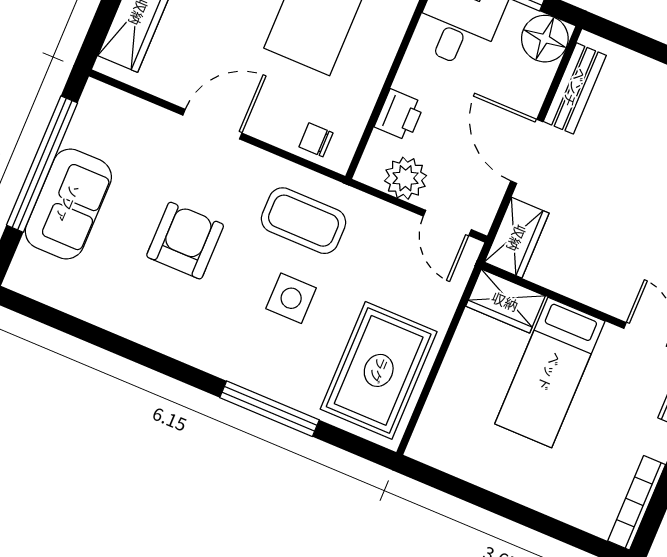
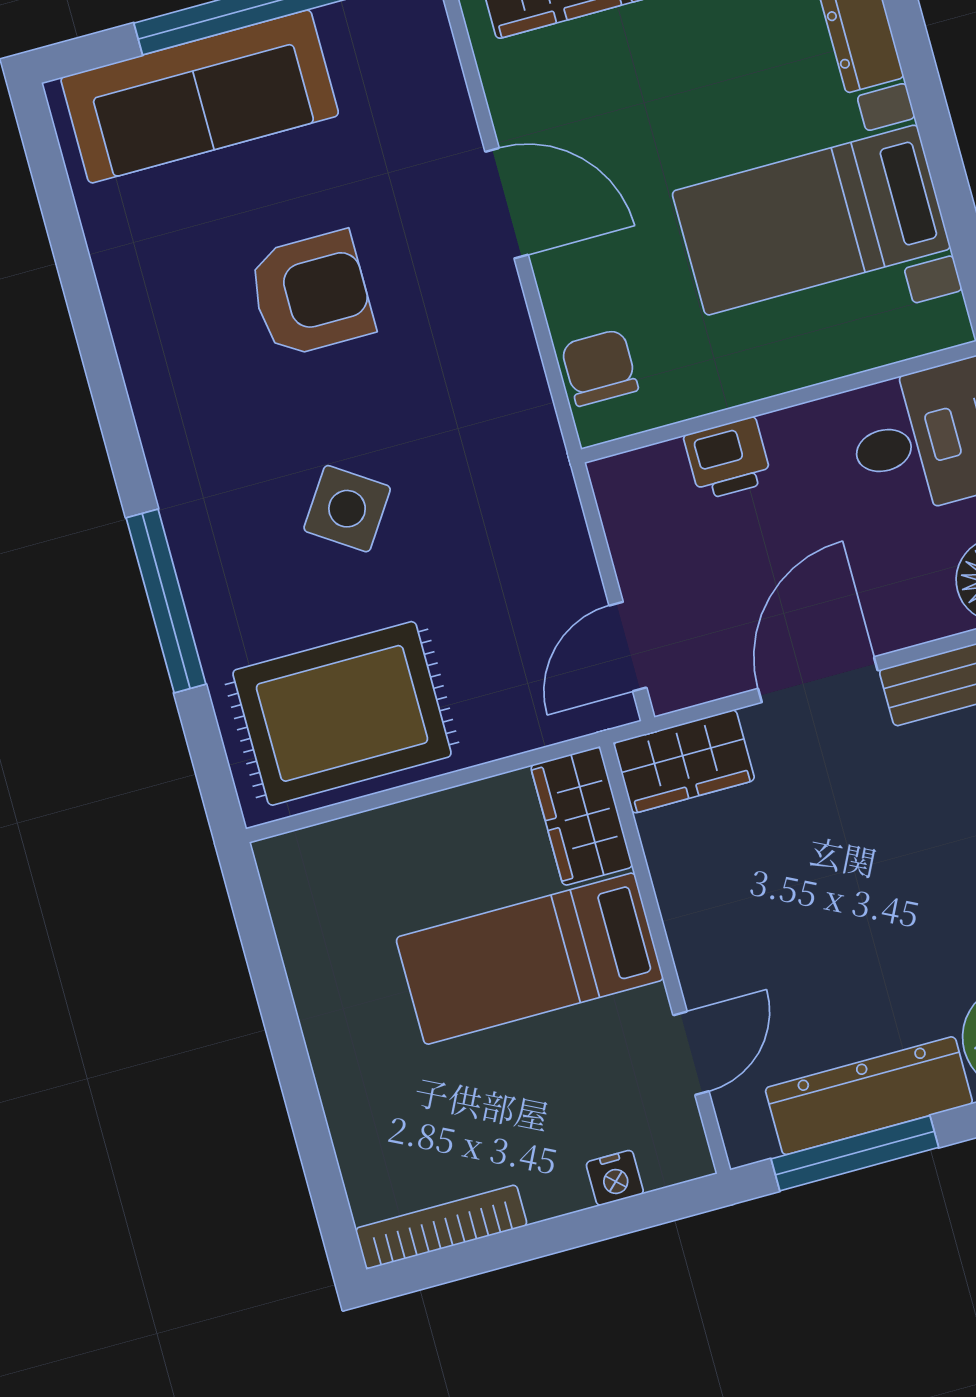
chair: (316, 140) -> (600, 368), width x1.37, depth x1.37
plant: (405, 178) -> (645, 537), removed
sofa: (68, 204) -> (200, 97), width x1.36
coffee table: (303, 221) -> (471, 440), removed
side table: (291, 298) -> (347, 509), turned 34

